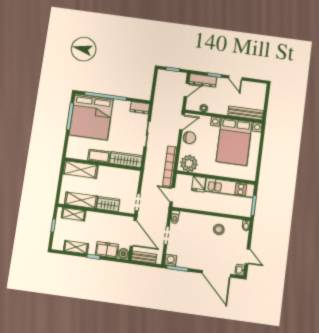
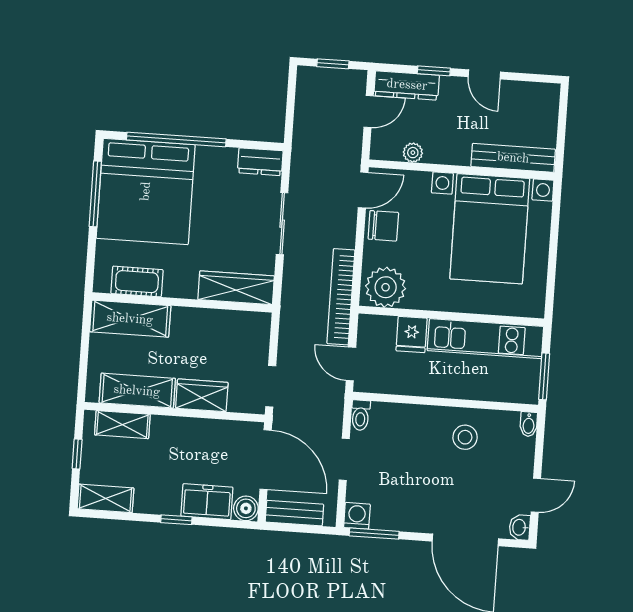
cot: (99, 156) -> (137, 282), moved
shelving: (76, 247) -> (106, 498), moved
door: (248, 256) -> (536, 495), hinge flipped

